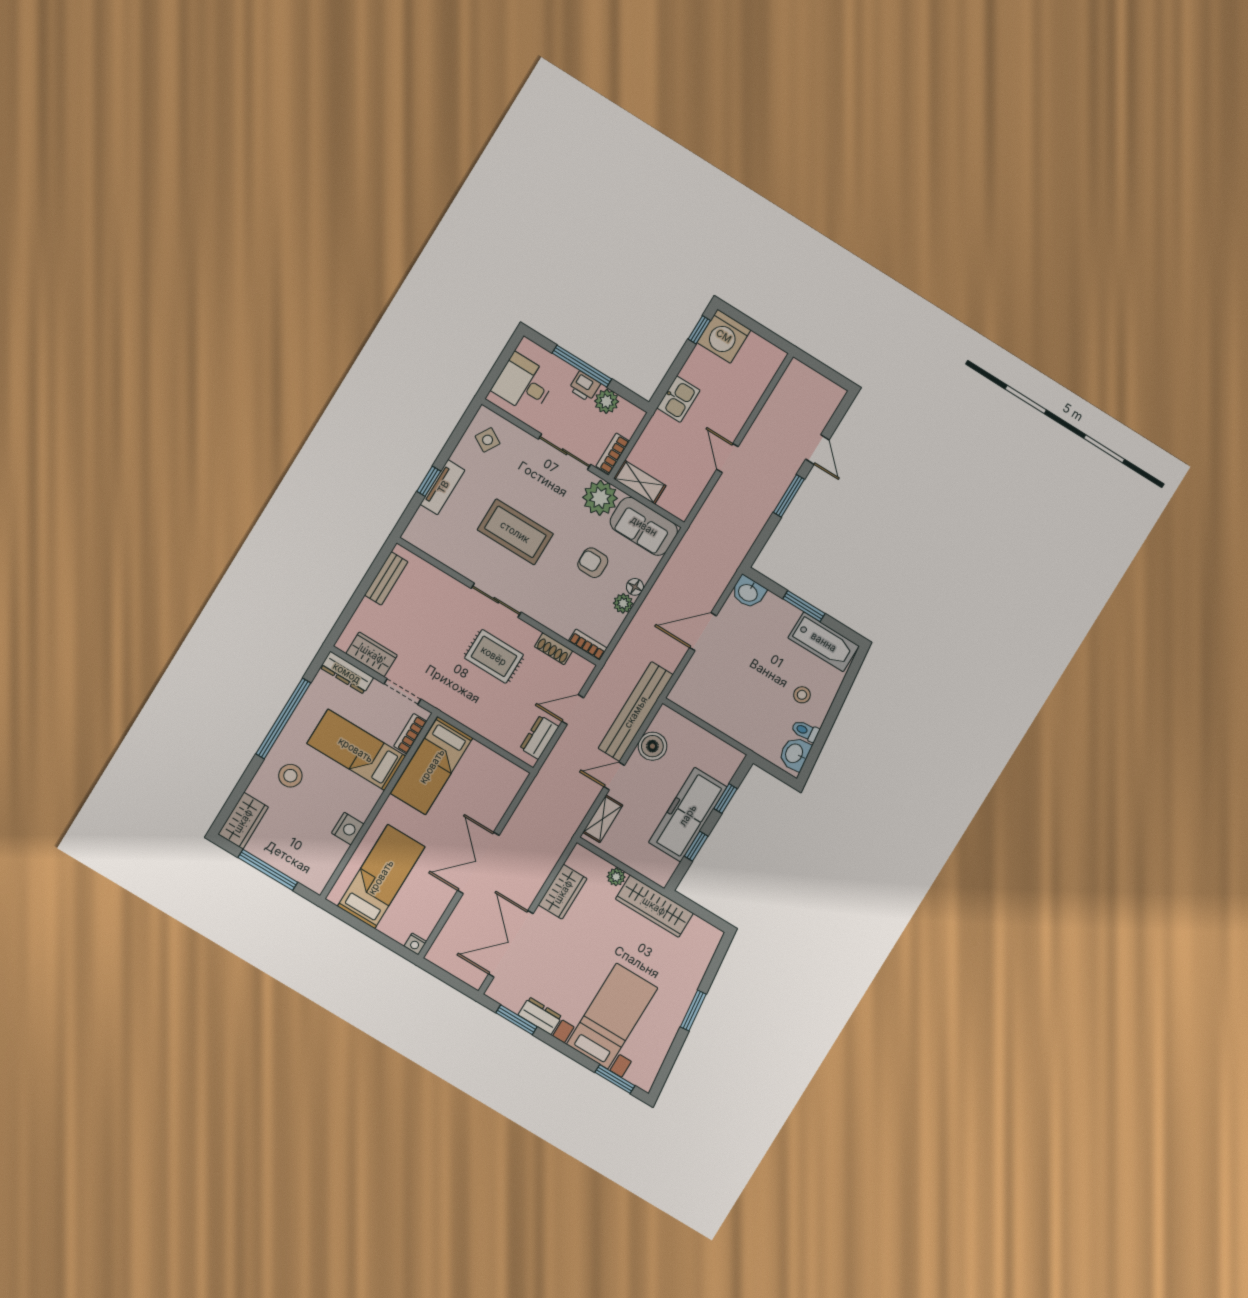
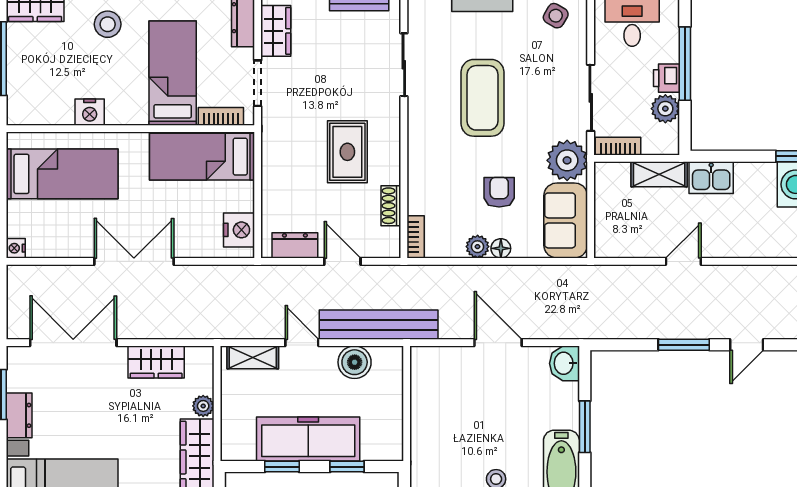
shelving: (640, 482) -> (659, 174), moved, turned 90
sliding door: (496, 600) -> (404, 65), moved
nightstand: (503, 772) -> (239, 230), added

